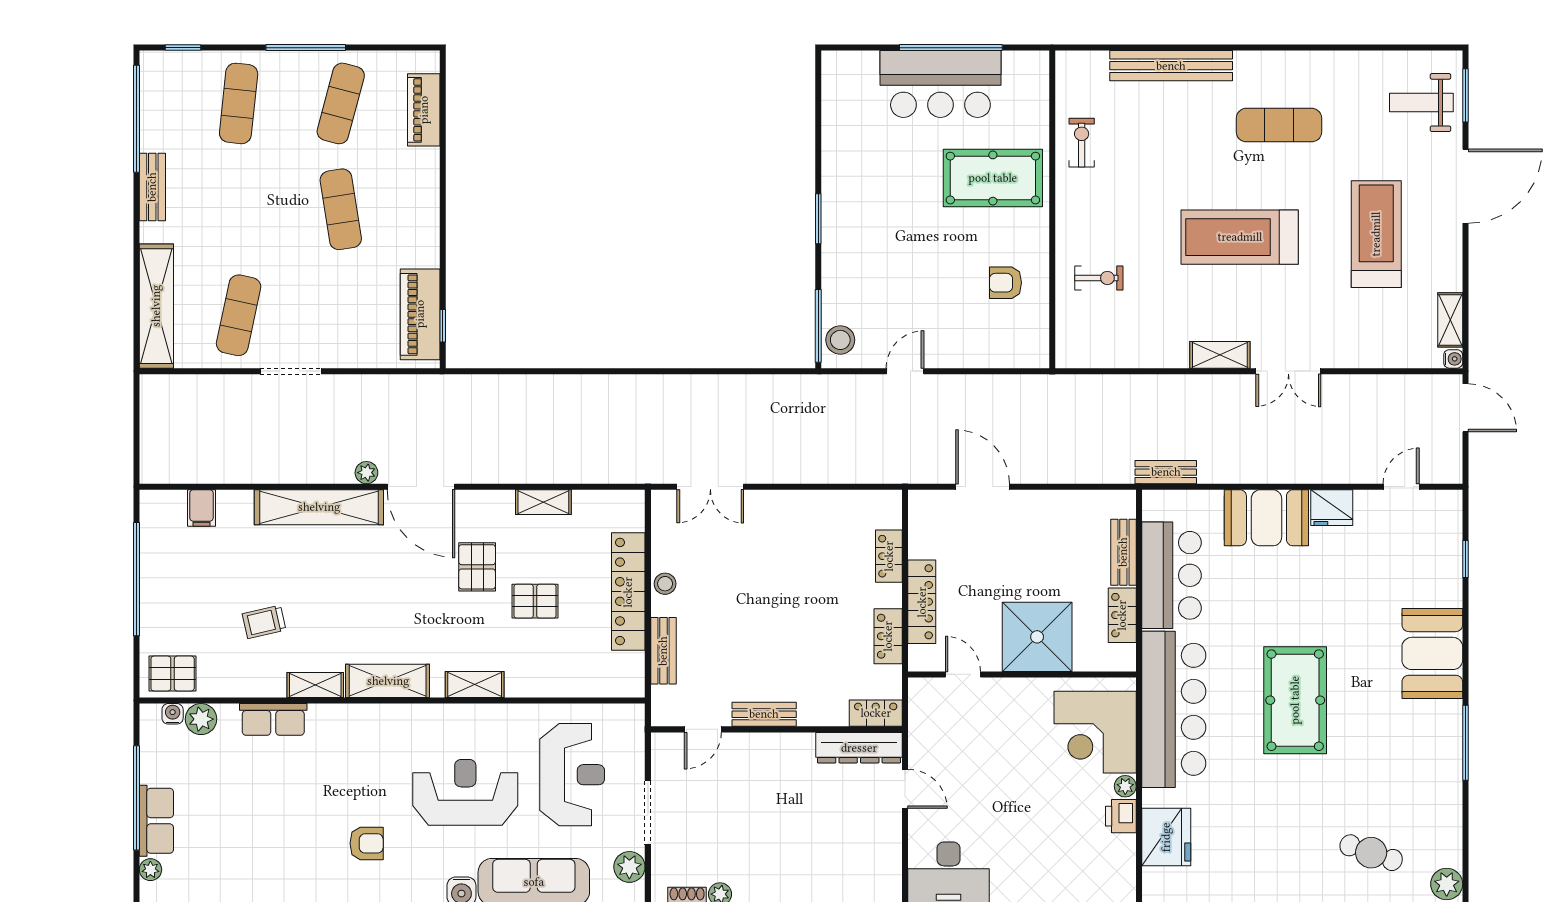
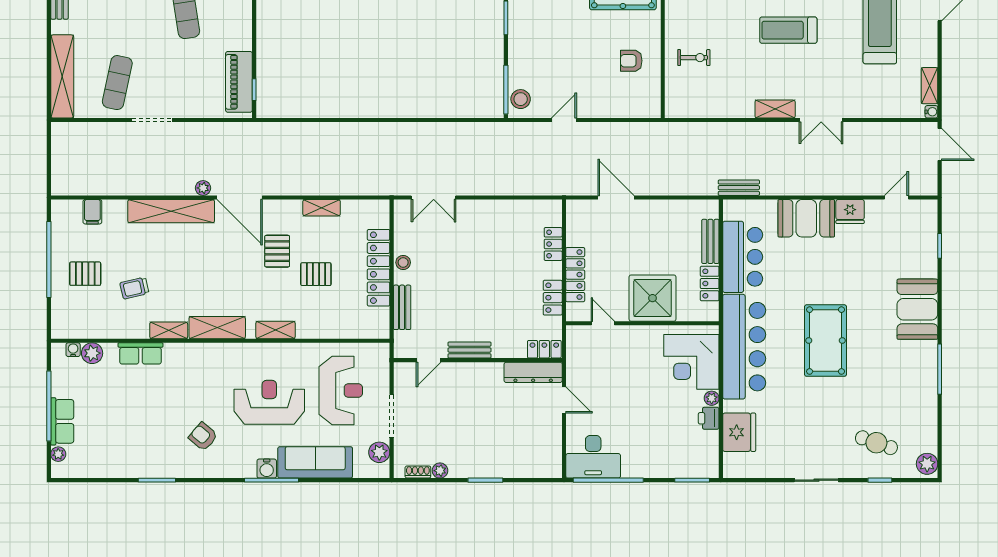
treadmill: (1240, 237) -> (788, 30), width x0.73, depth x0.73
pallet: (173, 673) -> (85, 274), moved
armchair: (367, 843) -> (203, 437), turned -140

